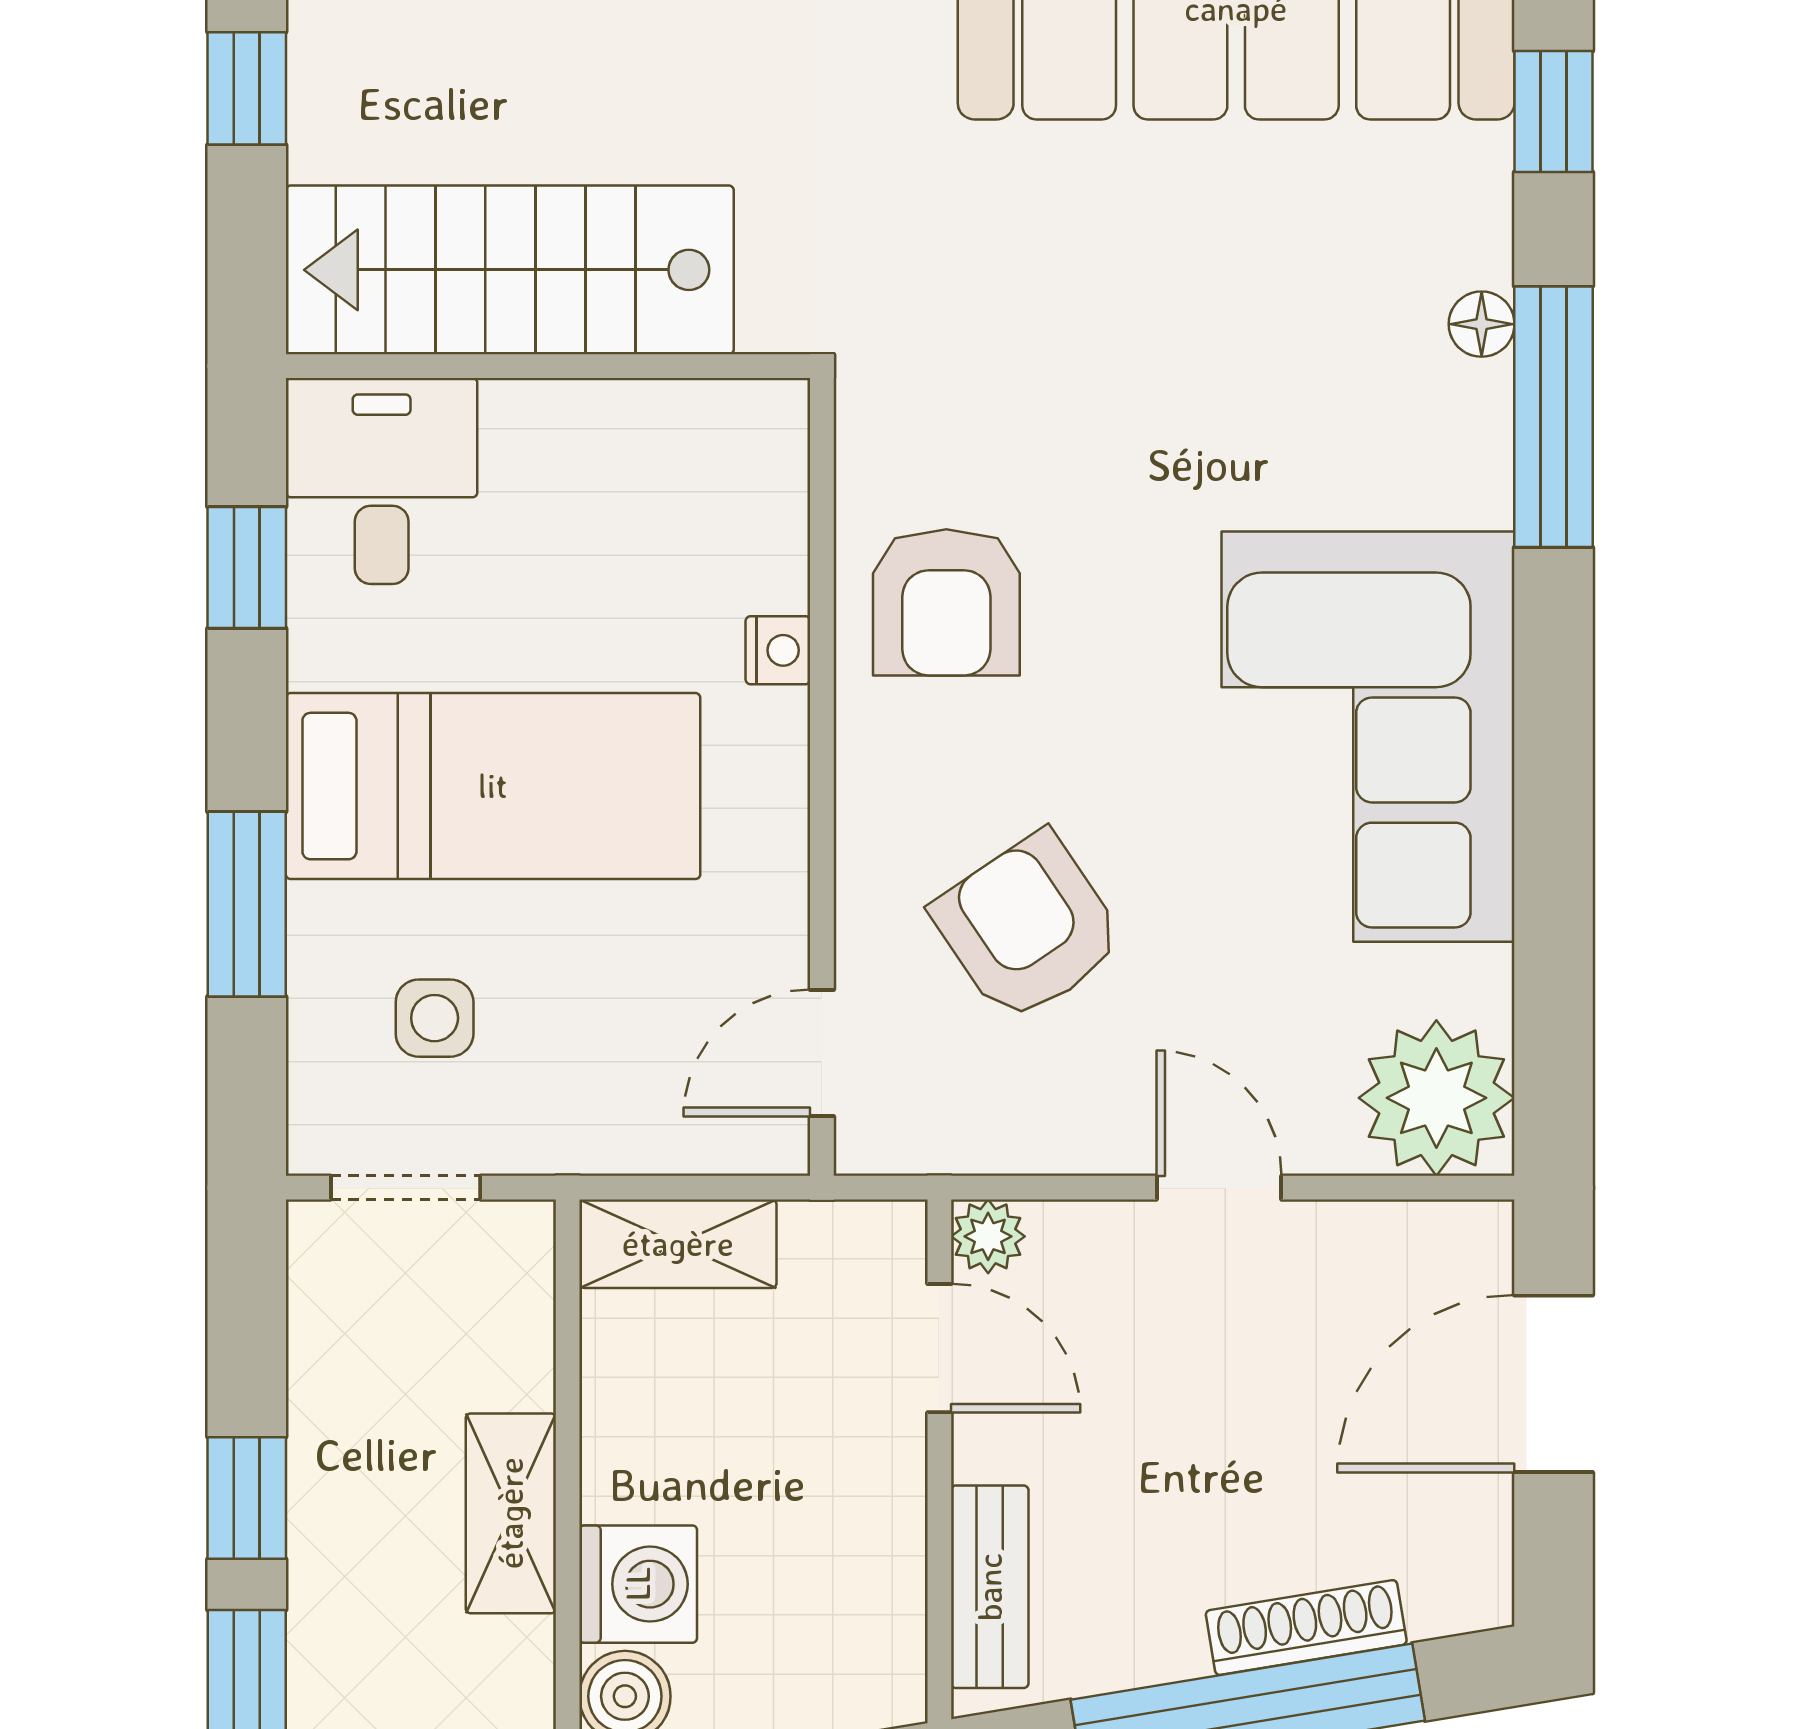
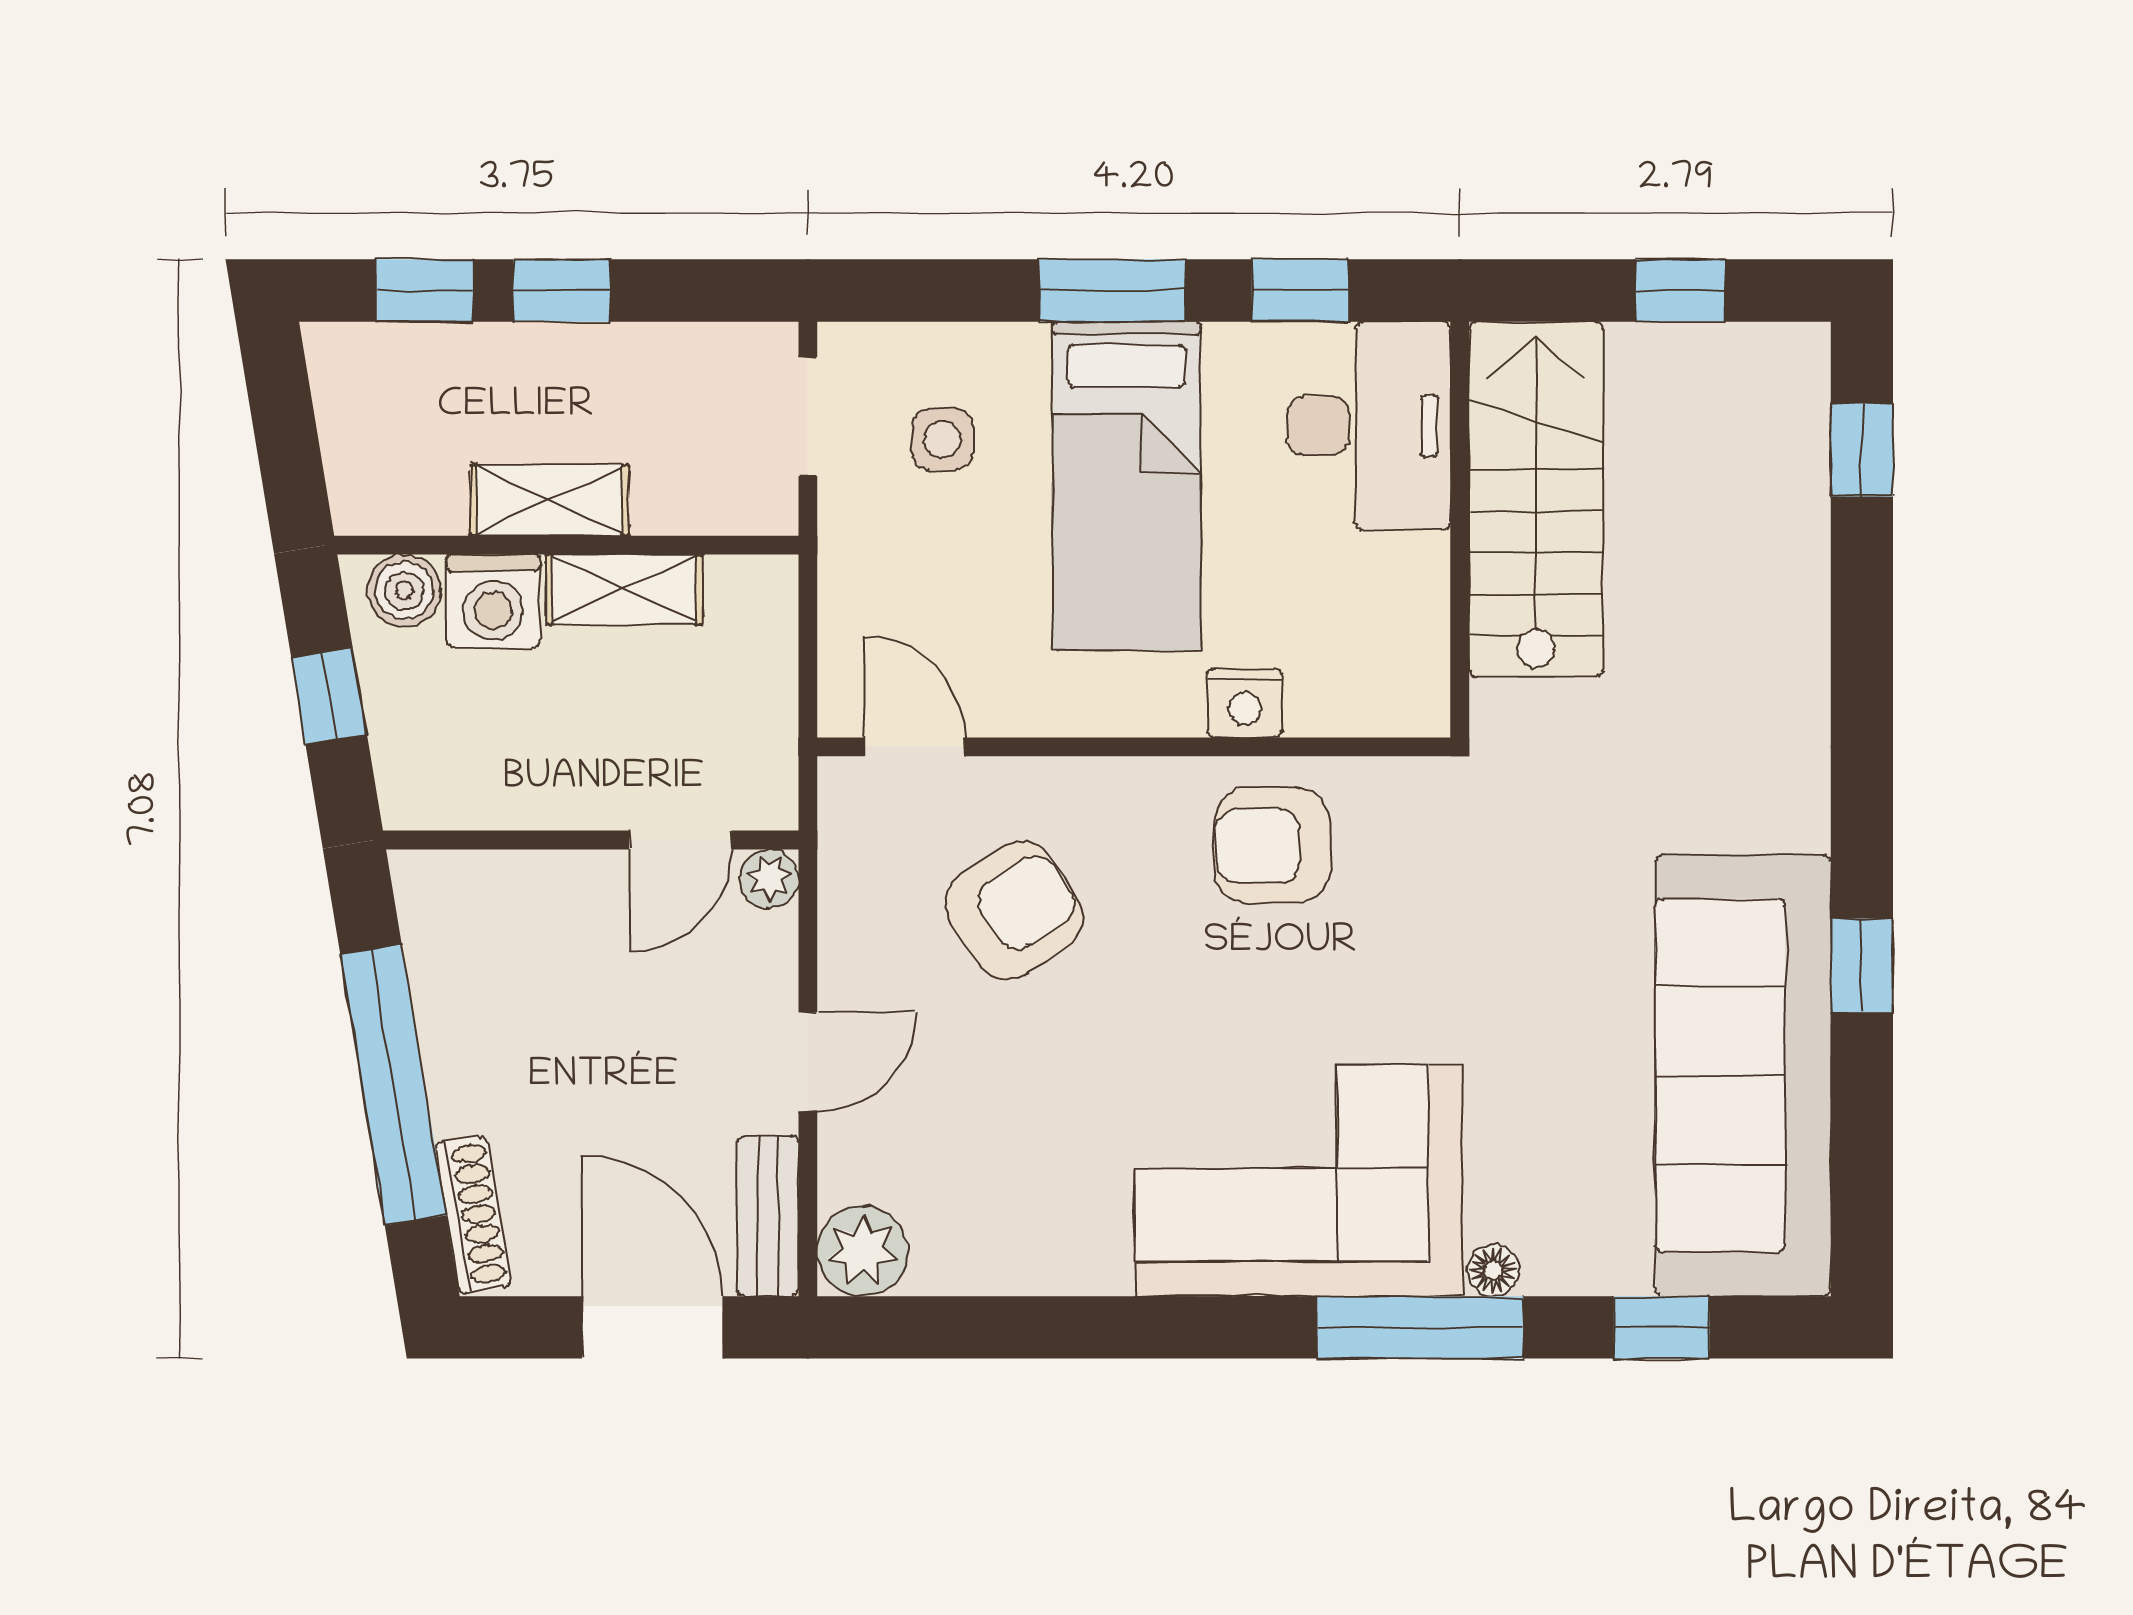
desk: (382, 481) -> (1369, 426), width x1.37
nightstand: (778, 650) -> (1245, 703), width x1.39, depth x1.35
corner sofa: (1368, 737) -> (1298, 1180), moved
window: (247, 904) -> (1113, 291), moved
plant: (1436, 1098) -> (863, 1251), width x0.73, depth x0.73
shelving: (678, 1244) -> (624, 590), moved, turned 90
bench: (990, 1587) -> (768, 1216), moved, turned 90
shoe rack: (1306, 1628) -> (473, 1215), moved

